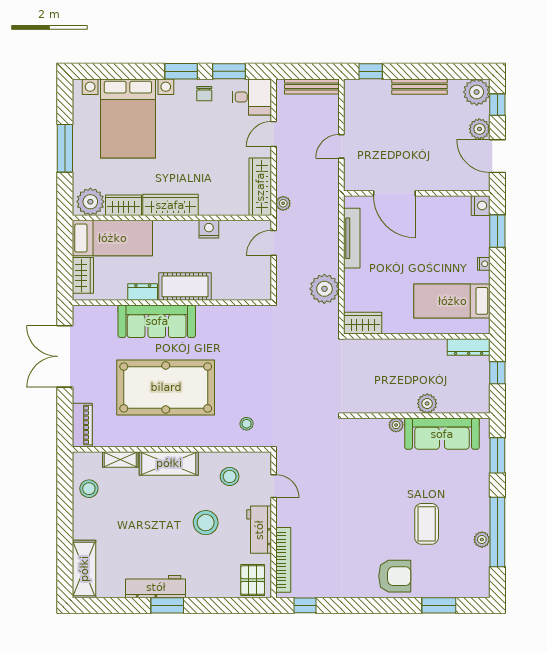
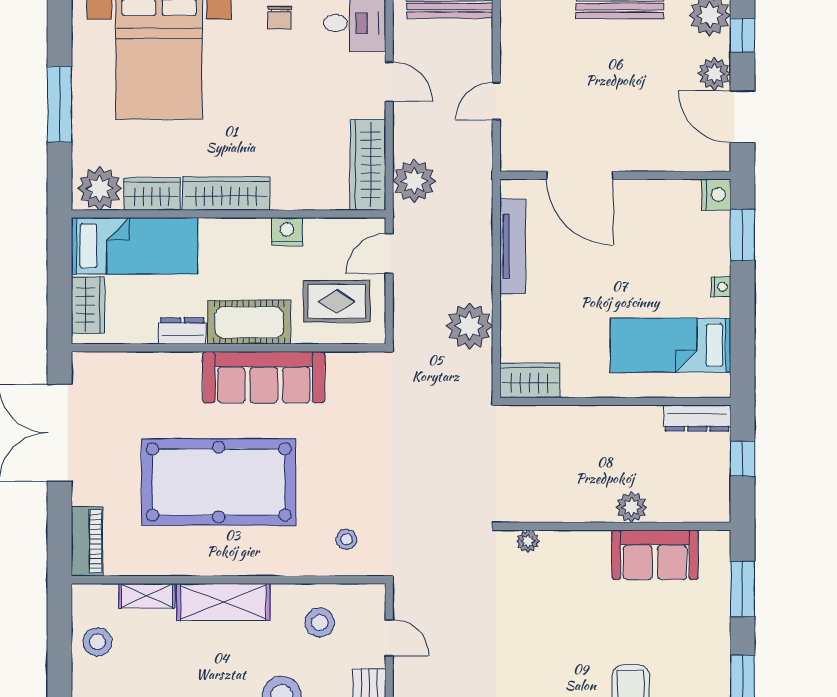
door: (274, 134) -> (389, 82), swing flipped
plant: (283, 203) -> (414, 181), width x1.88, depth x1.88
rug: (240, 273) -> (337, 301), added
sofa: (157, 321) -> (264, 377), moved
plant: (396, 425) -> (528, 541), moved
sofa: (442, 434) -> (655, 555), width x0.73

